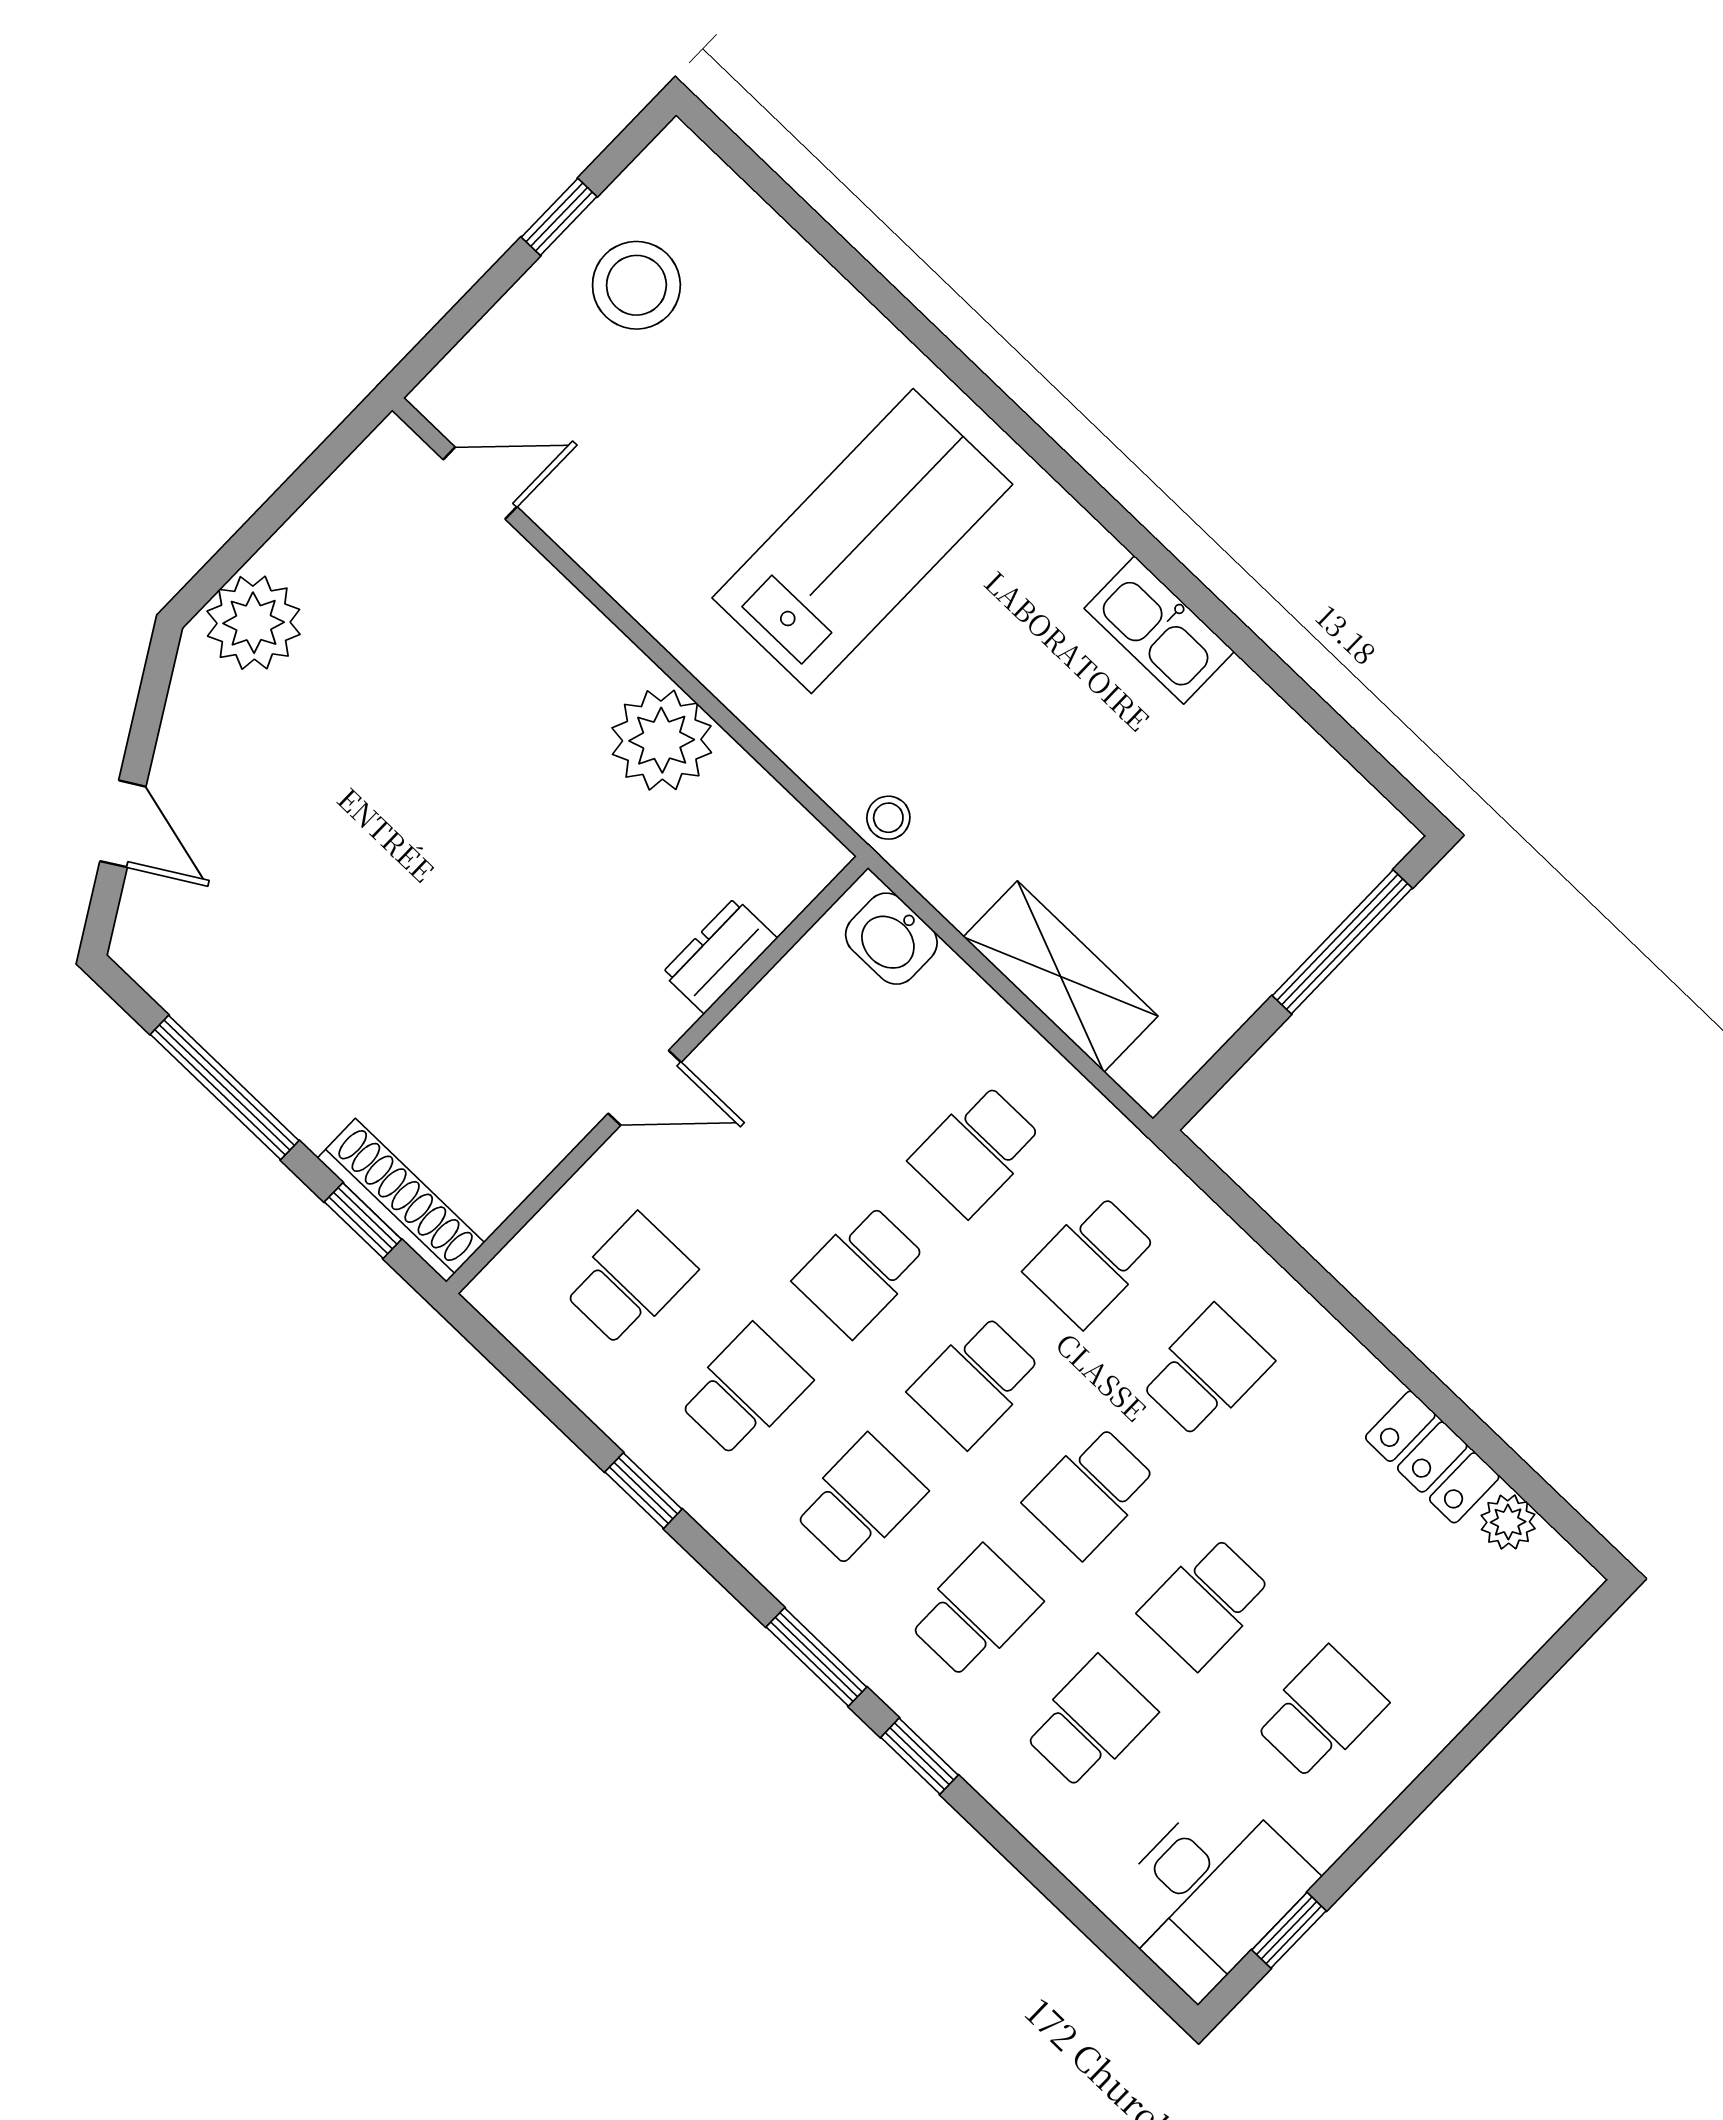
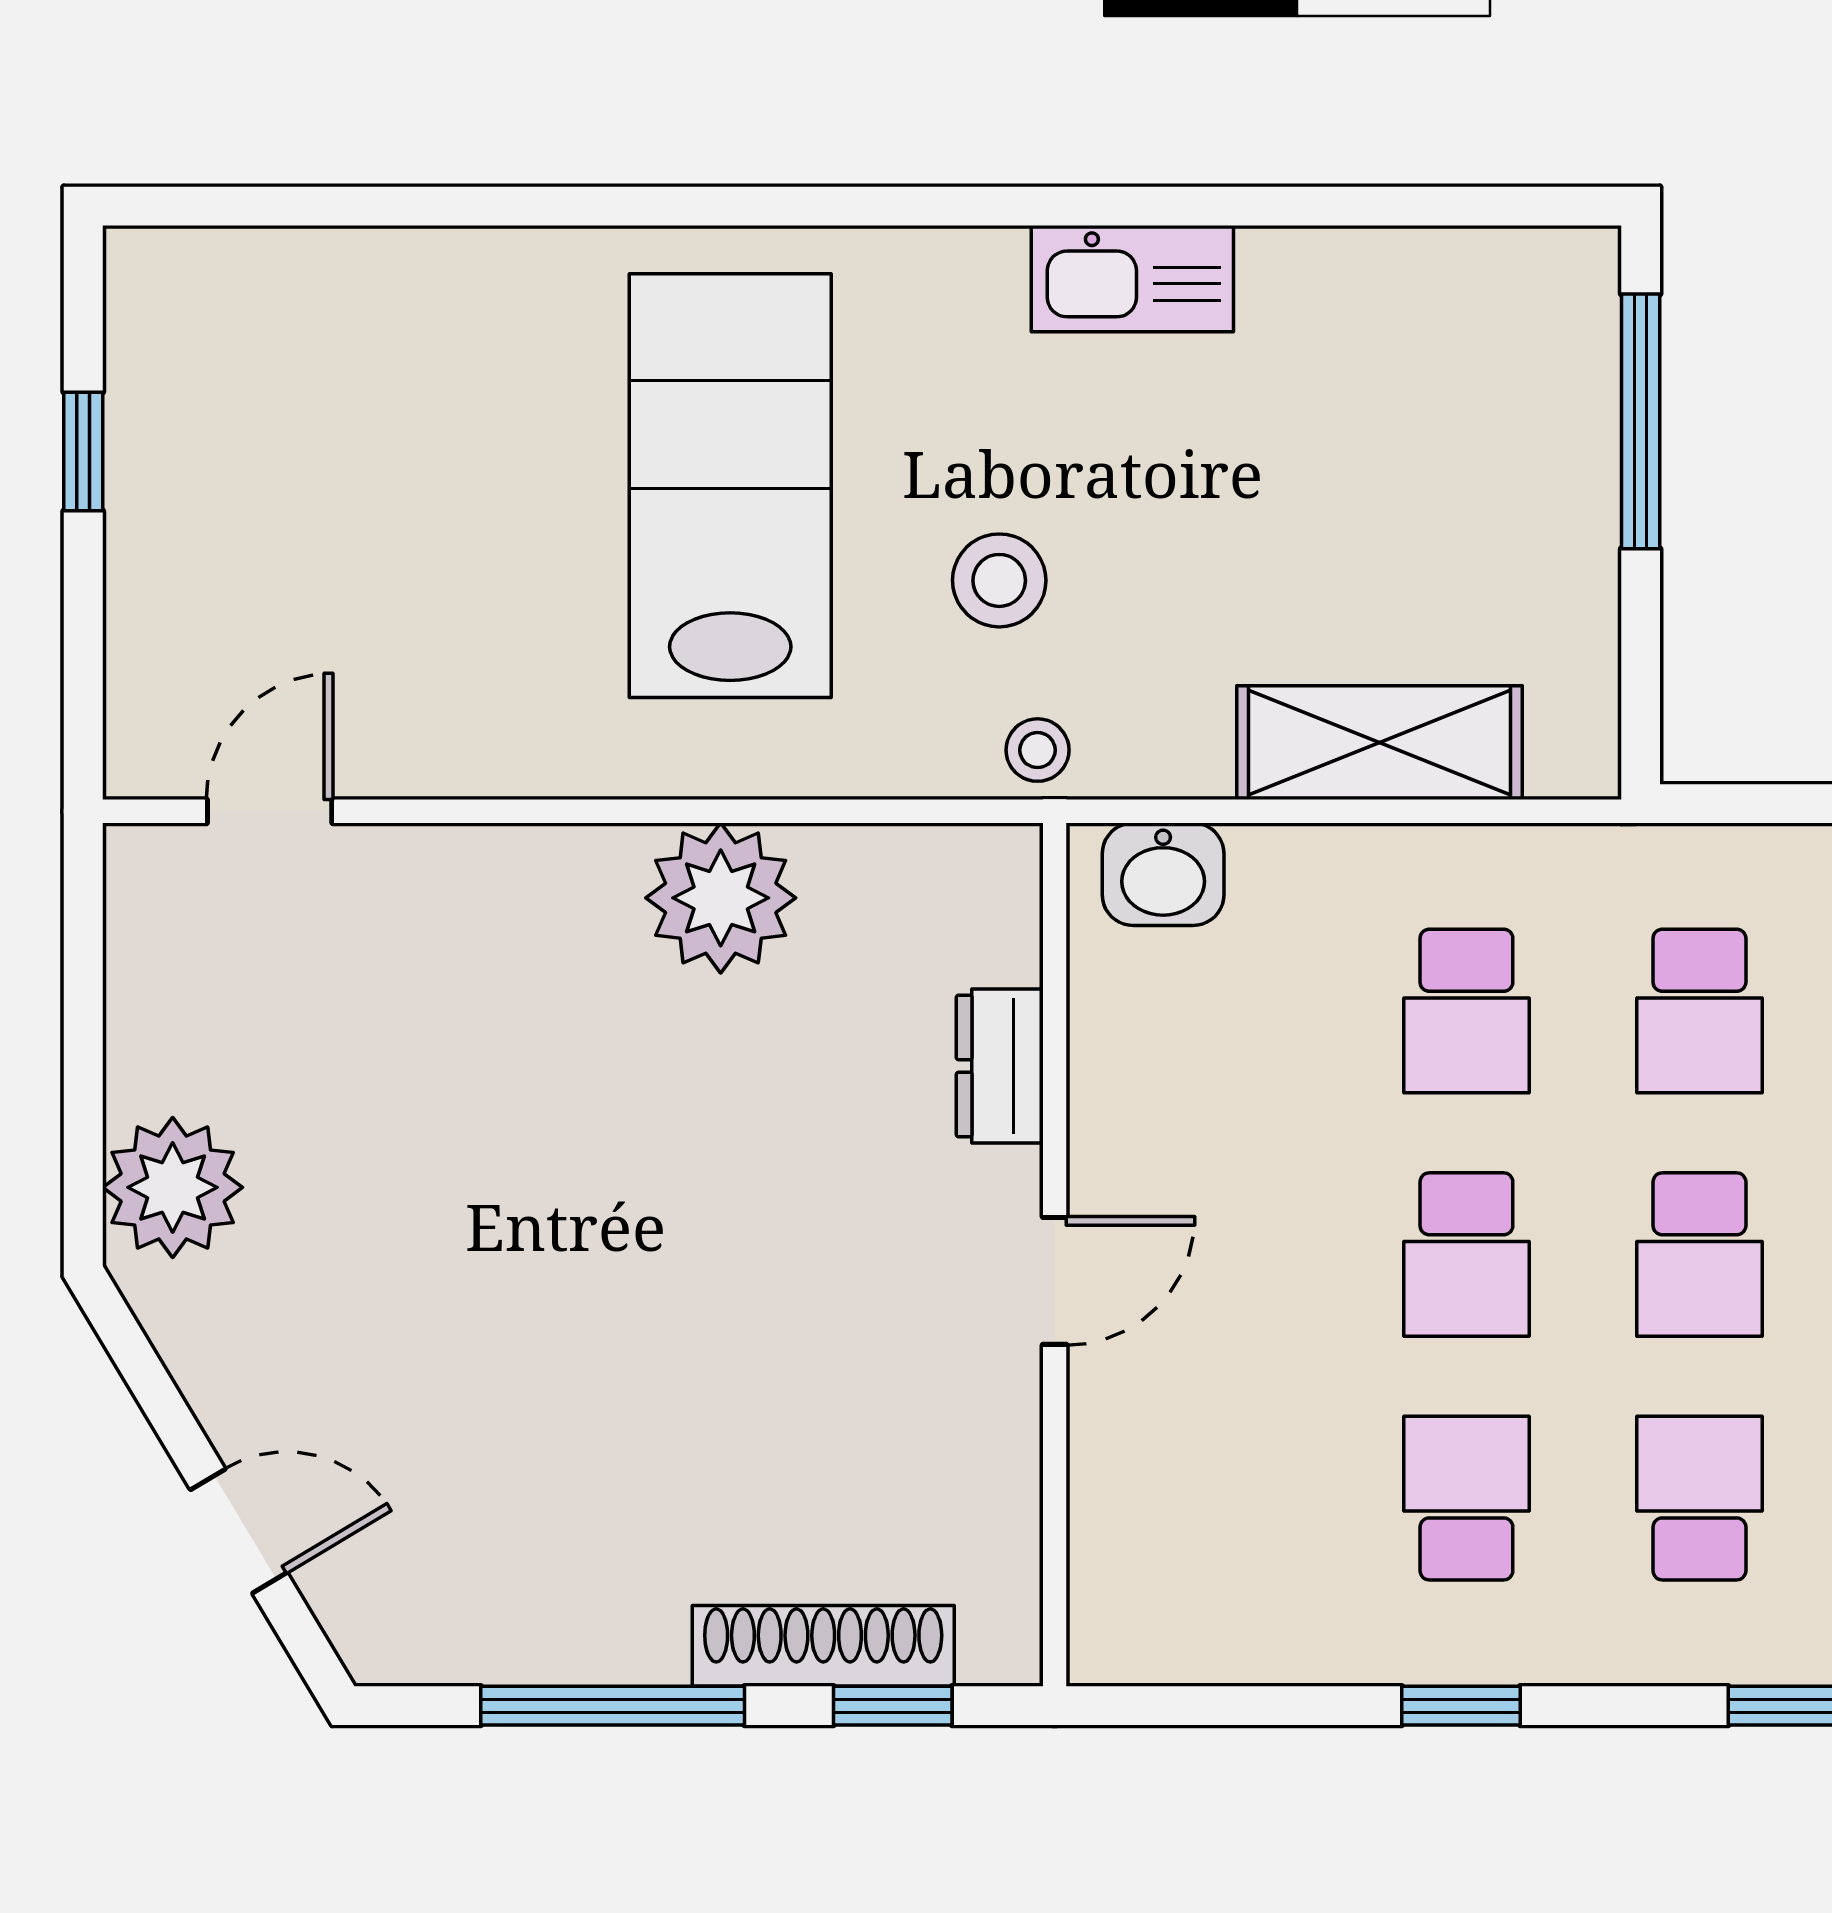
stool: (636, 285) -> (999, 580), moved, width x0.73, depth x0.73
shoe rack: (401, 1200) -> (823, 1646), moved
school desk: (630, 1280) -> (1233, 1498), removed

